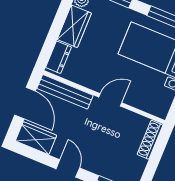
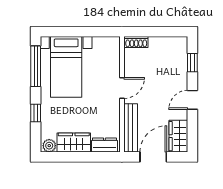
door: (110, 100) -> (122, 88), swing flipped
shoe rack: (150, 140) -> (136, 42), width x0.70

